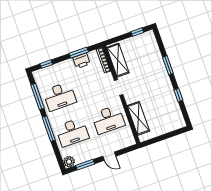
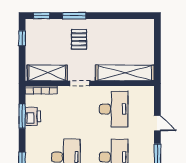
pallet: (152, 75) -> (79, 39), added
window: (178, 95) -> (42, 16), moved
shelving: (138, 118) -> (125, 73), width x1.47
door: (109, 156) -> (157, 123), hinge flipped

